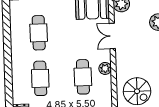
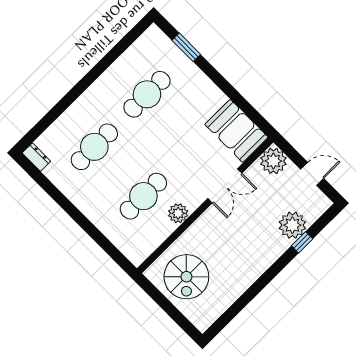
double door: (112, 36) -> (225, 186), swing flipped

